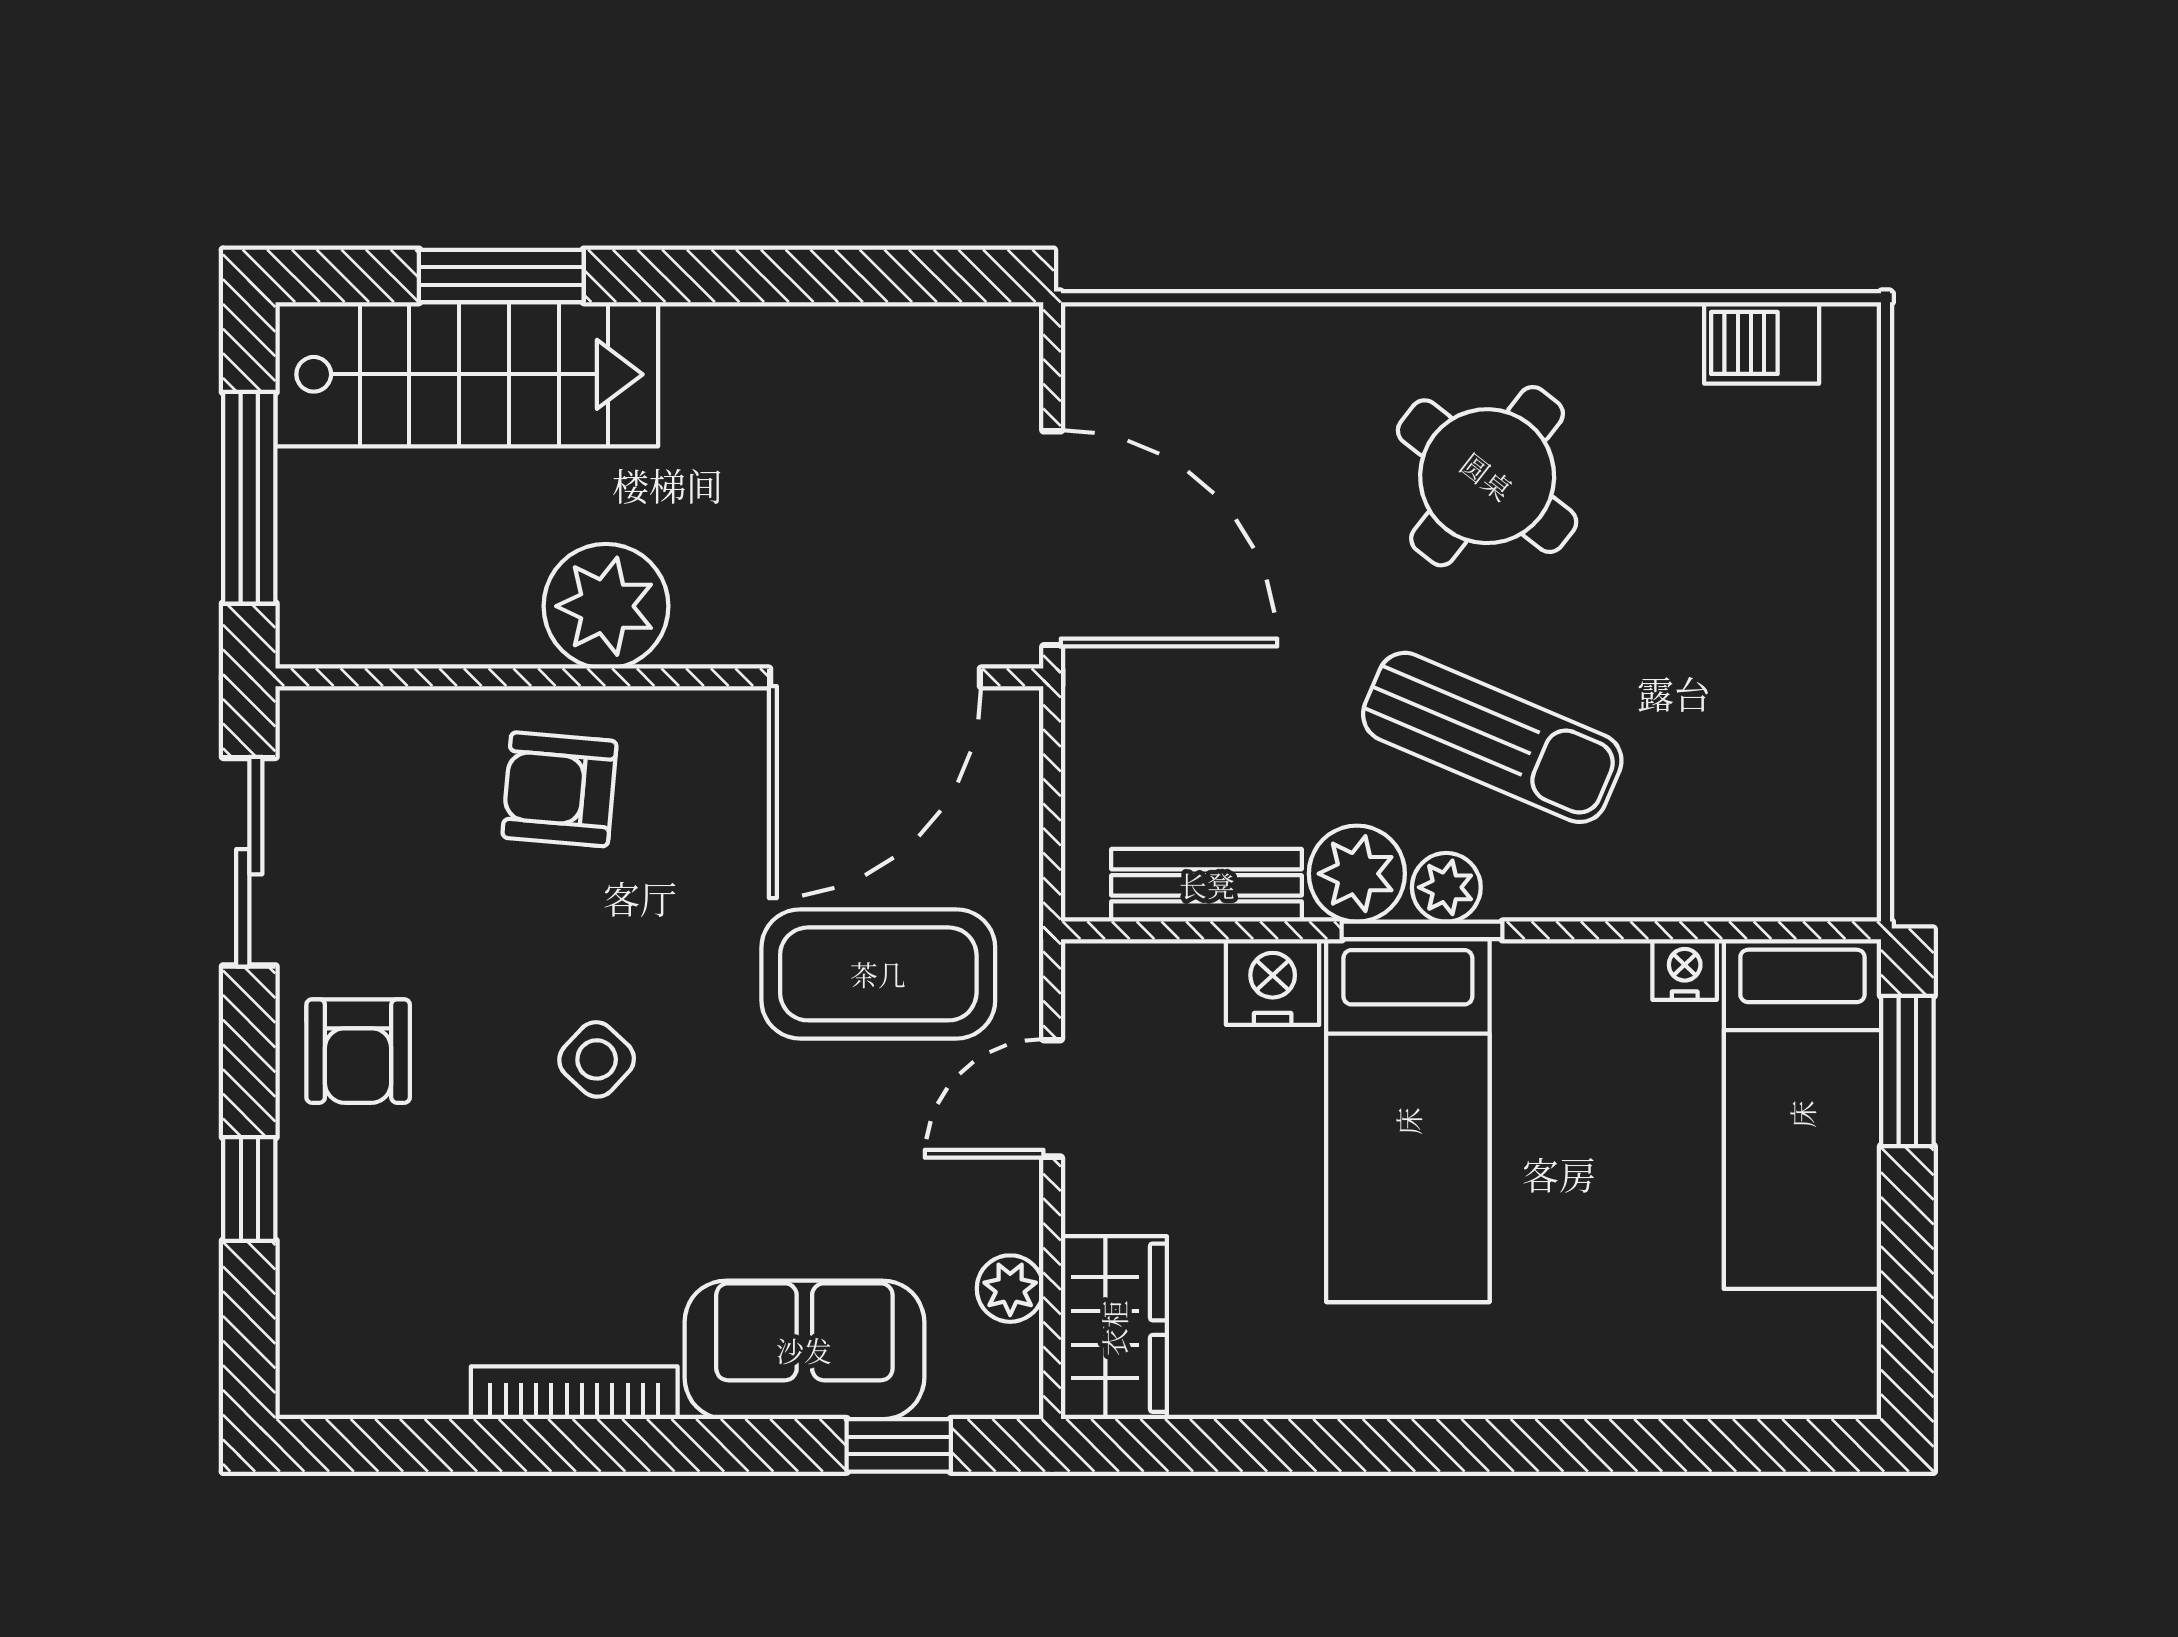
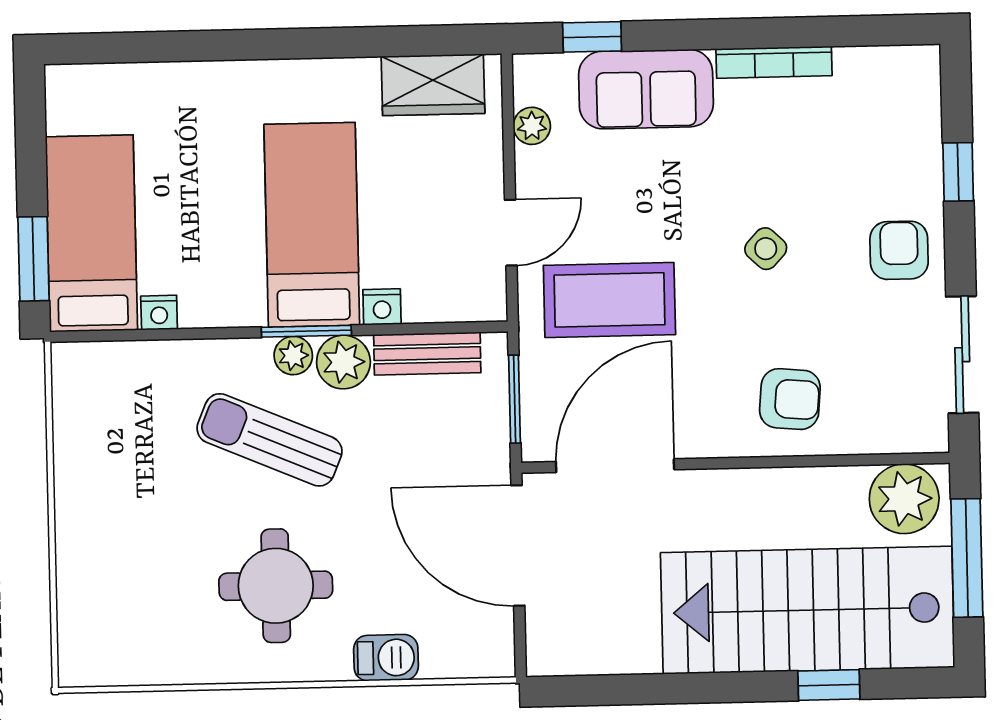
window: (501, 276) -> (829, 685), width x0.67
barbecue: (1762, 343) -> (386, 658), moved
stairs: (467, 374) -> (808, 610), width x1.36, depth x1.51
round table: (1487, 476) -> (276, 586), turned -38
plant: (606, 606) -> (904, 499), moved
window: (1052, 800) -> (515, 399), added
nightstand: (1273, 982) -> (382, 307), width x0.72, depth x0.74
wardrobe: (1114, 1328) -> (433, 85), moved, turned -90

